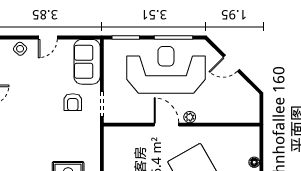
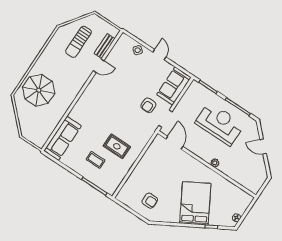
door: (48, 38) -> (159, 55), swing flipped
reception desk: (166, 70) -> (220, 124), width x0.74, depth x0.77
door: (166, 125) -> (174, 143), moved

